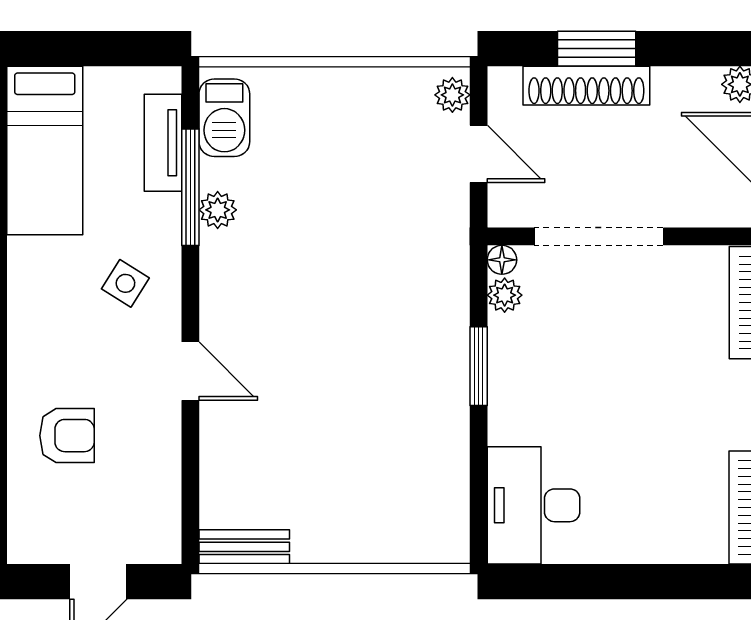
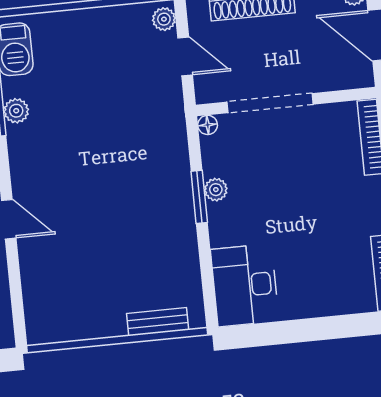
plant: (505, 295) -> (216, 190), moved
bench: (244, 547) -> (158, 322), moved

